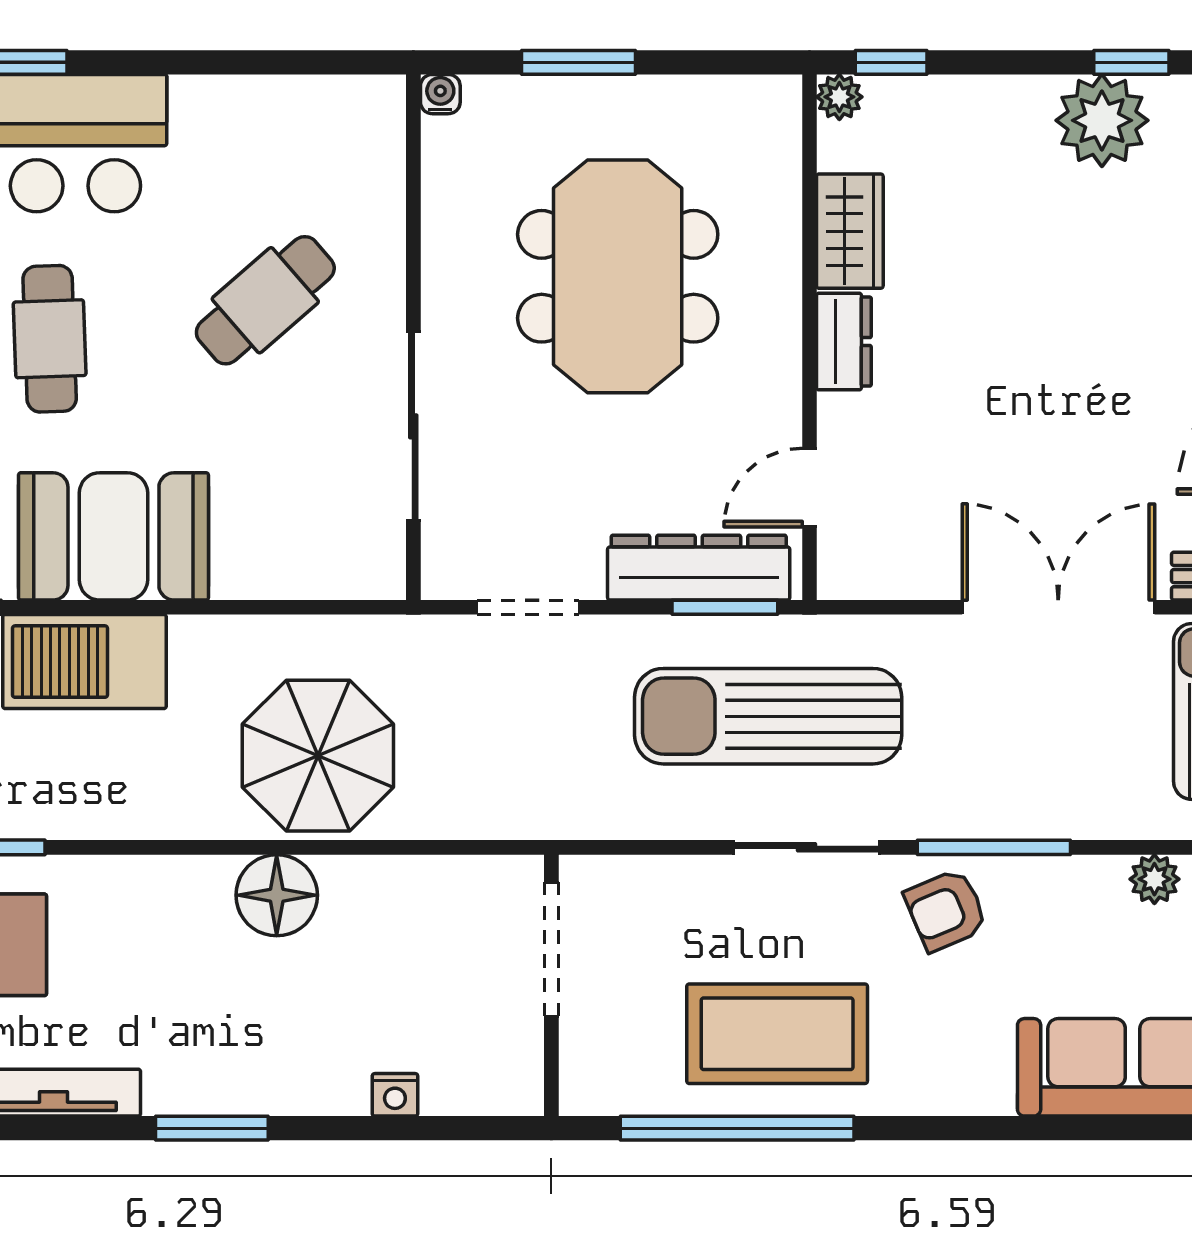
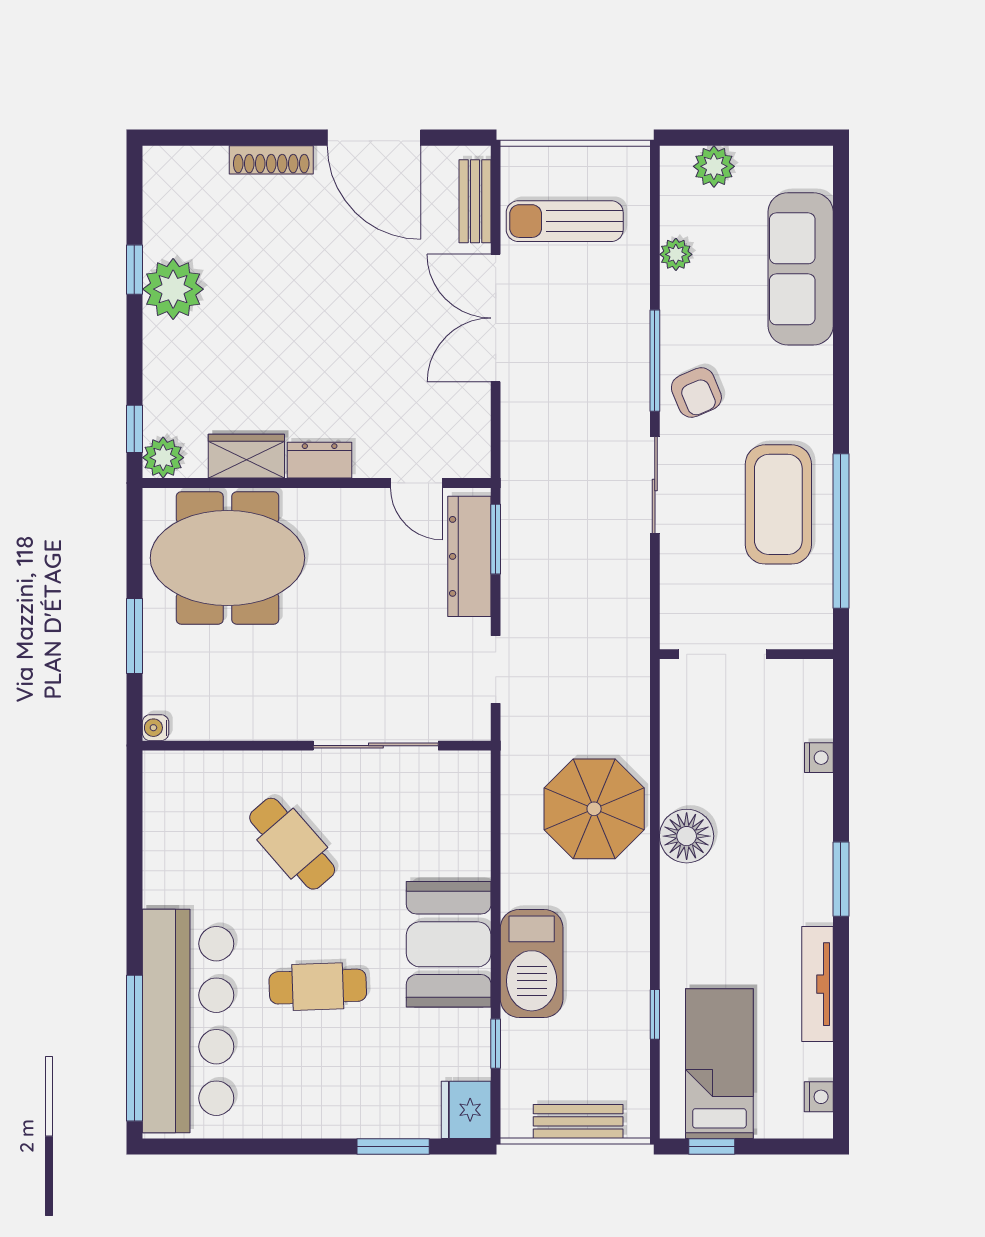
plant: (839, 97) -> (163, 458), width x1.38, depth x1.38
meeting table: (618, 276) -> (227, 558), moved
sun lounger: (768, 716) -> (568, 510), removed

